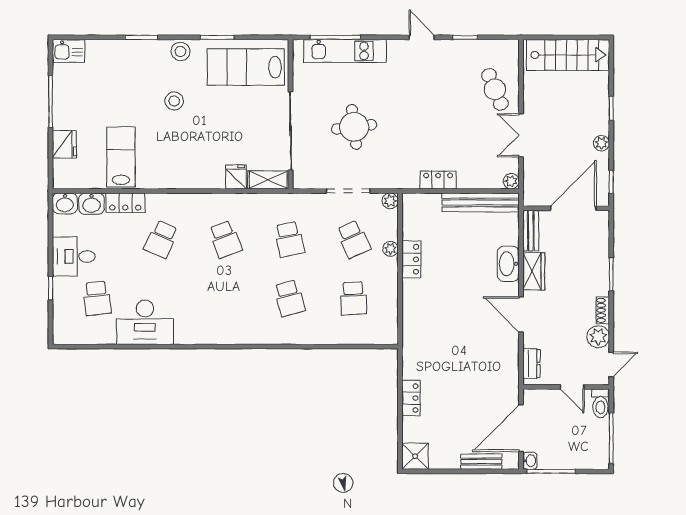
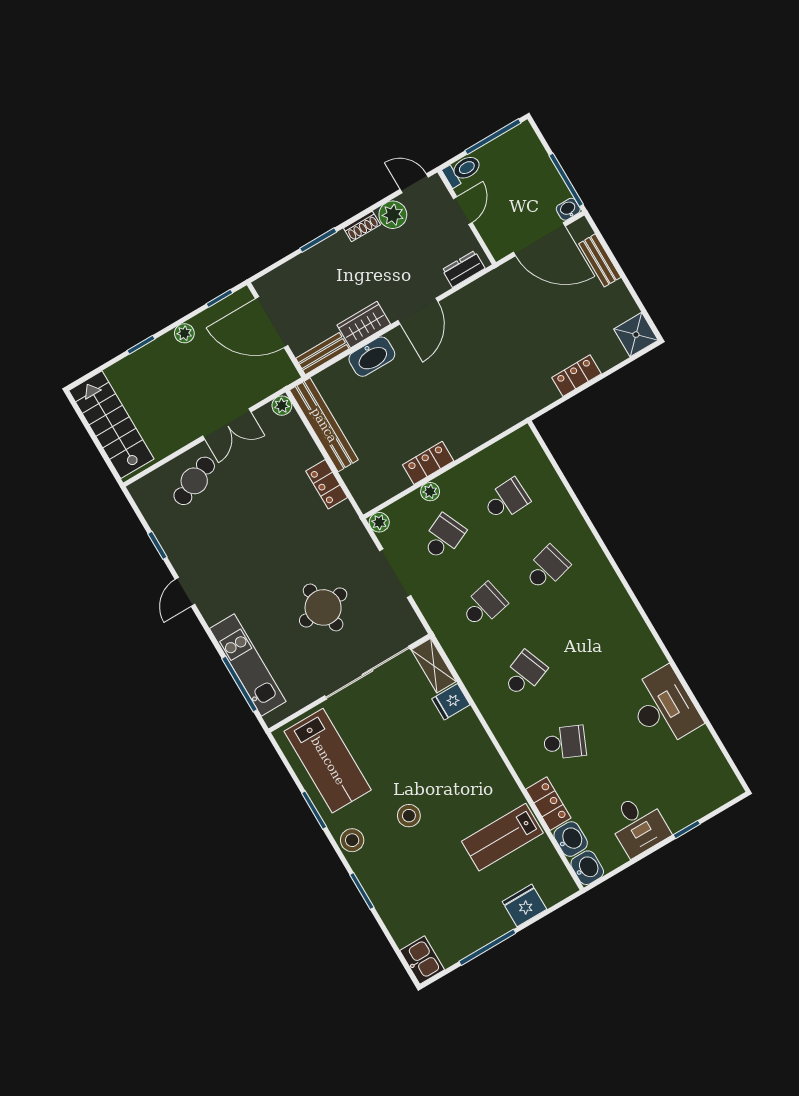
school desk: (97, 298) -> (668, 773), removed

